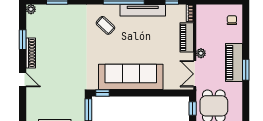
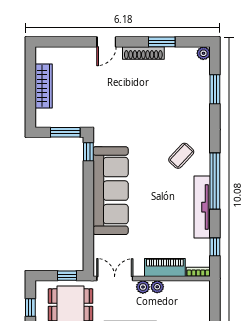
plant: (201, 43) -> (157, 287), added

